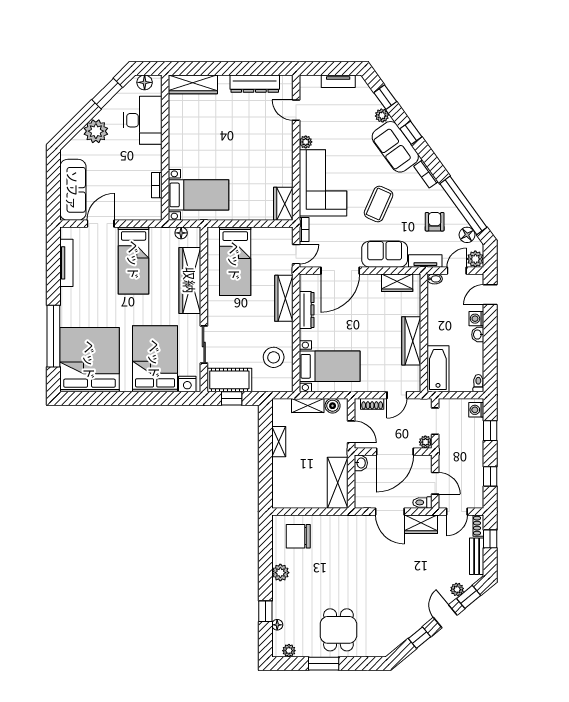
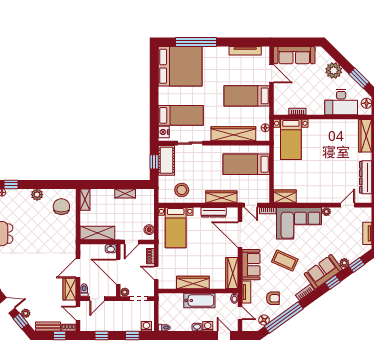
plant: (475, 259) -> (248, 326), removed
wardrobe: (397, 283) -> (232, 273), width x1.50
bed: (155, 359) -> (181, 115), width x0.67
bathtub: (438, 369) -> (199, 300), moved
shelving: (308, 406) -> (85, 200), moved

